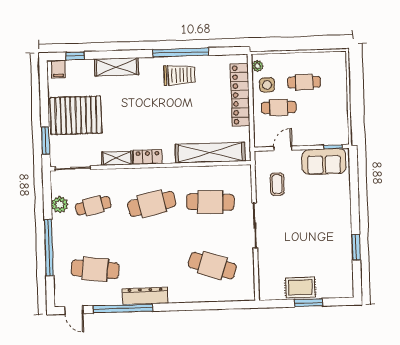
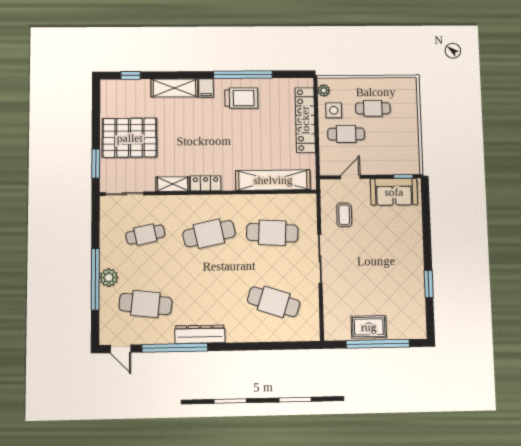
filing cabinet: (58, 69) -> (206, 88), moved
plant: (60, 205) -> (109, 278), moved
window: (308, 303) -> (378, 344), width x2.11

